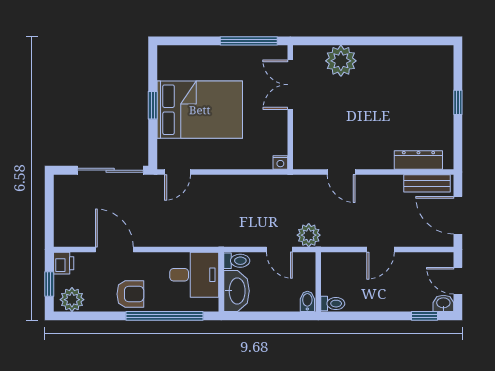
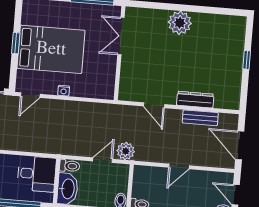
plant: (341, 61) -> (180, 23), moved
dresser: (418, 160) -> (195, 100), moved
nightstand: (280, 162) -> (64, 91), moved
bench: (427, 183) -> (200, 118), moved
door: (279, 250) -> (103, 160), swing flipped

